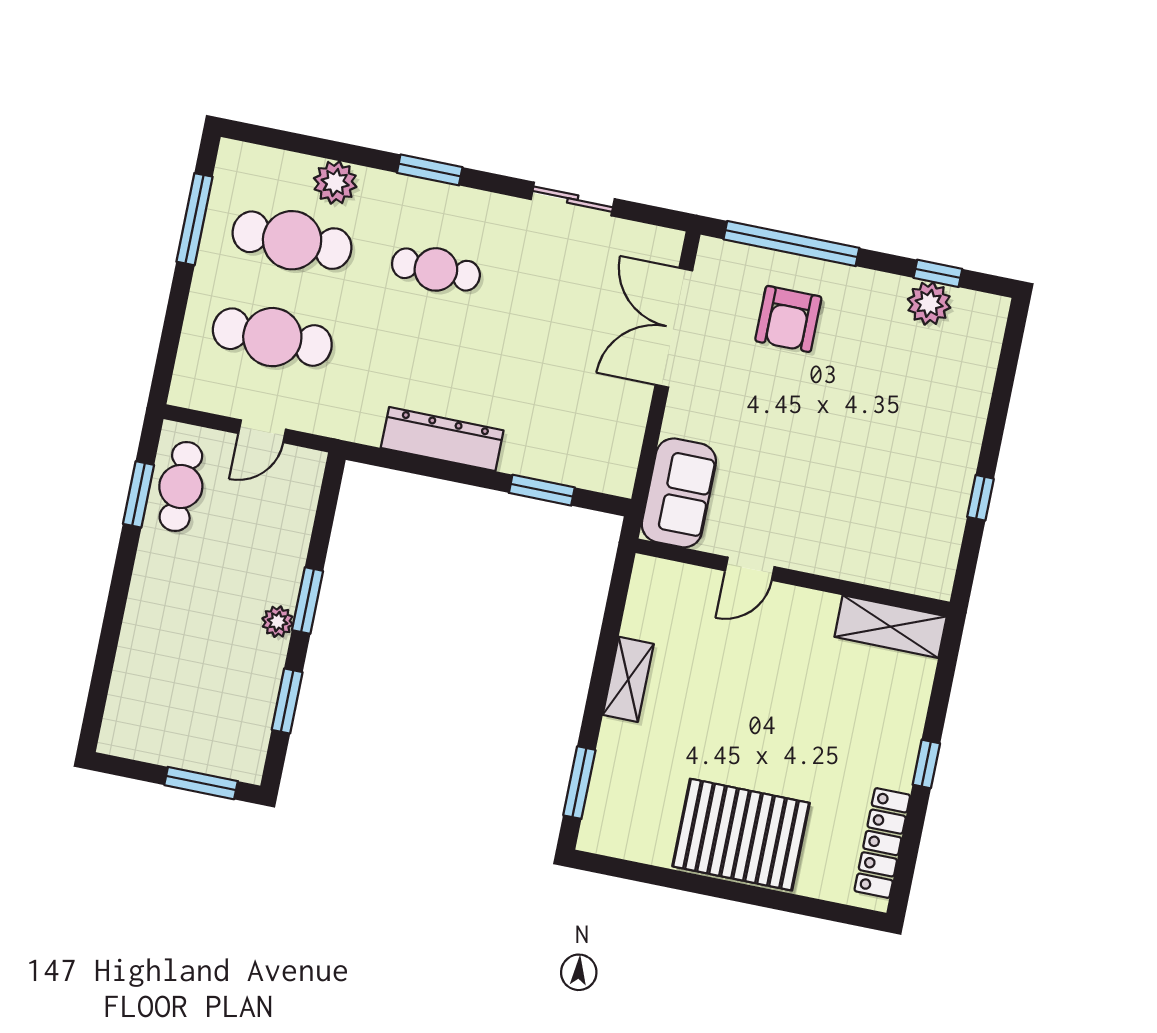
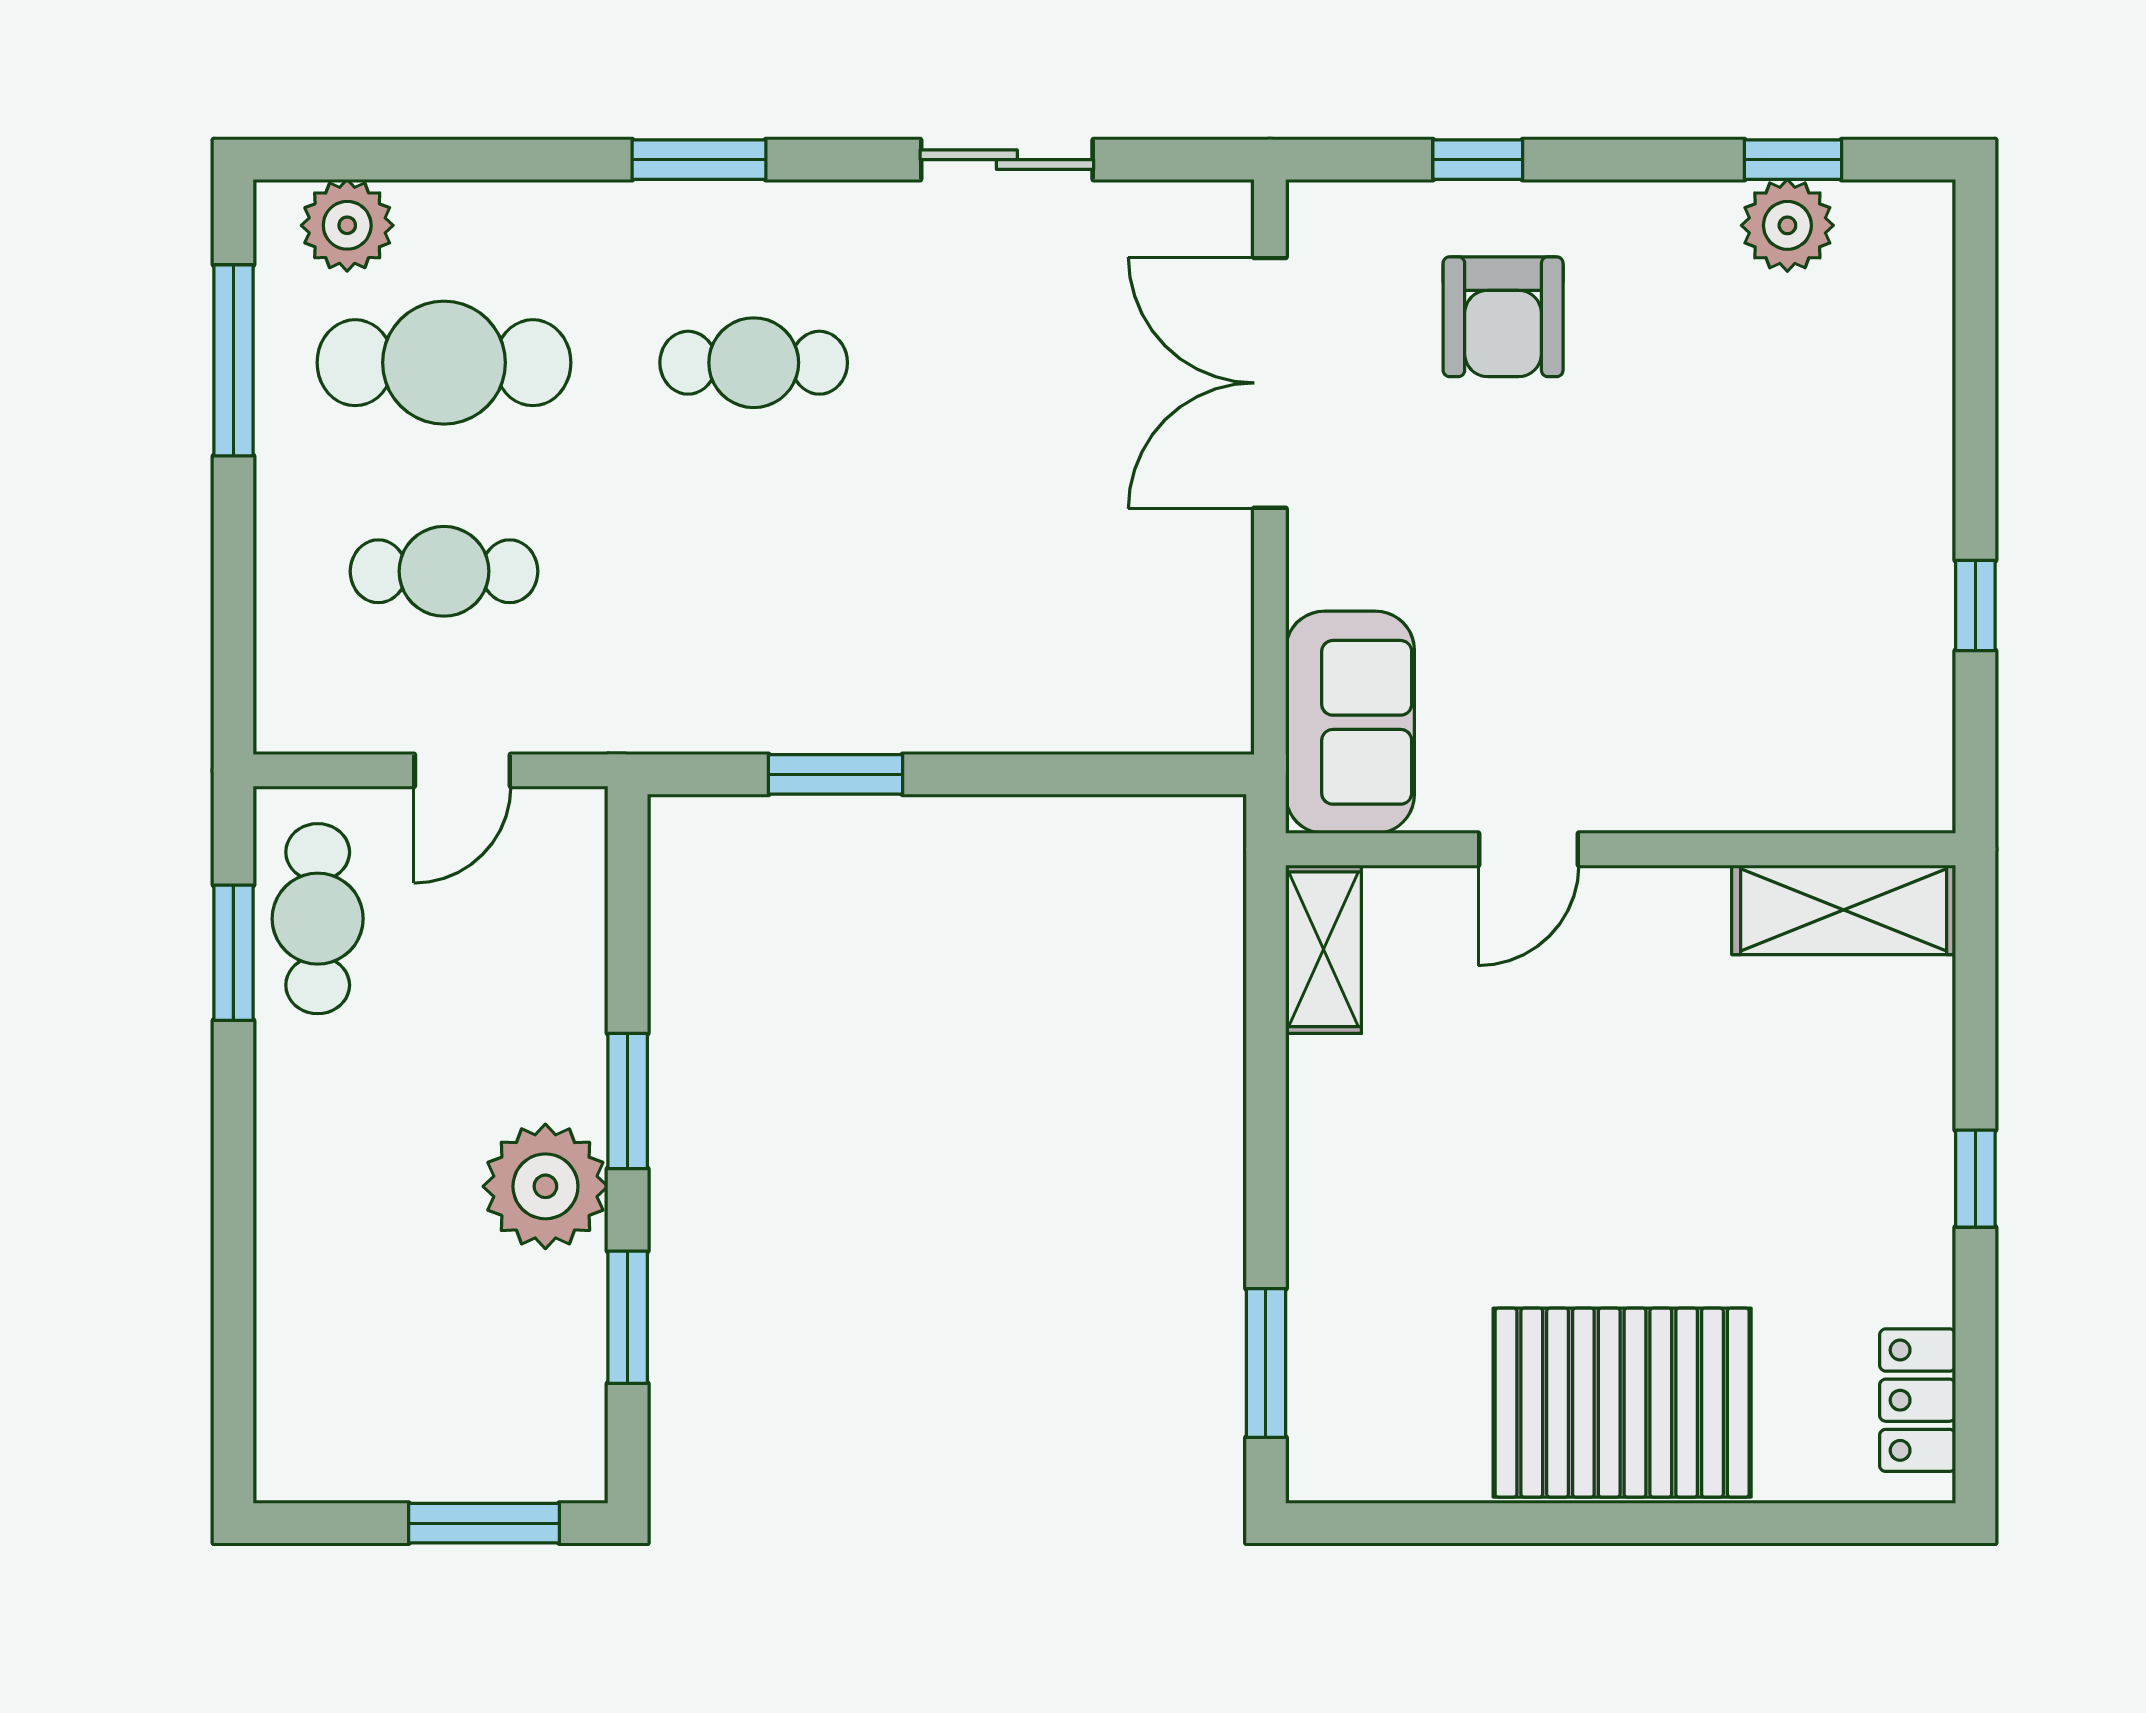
plant: (335, 183) -> (347, 225), moved
window: (791, 244) -> (1478, 160), width x0.32
cafe table: (272, 337) -> (444, 571), width x0.73, depth x0.74
dresser: (442, 439) -> (838, 711), removed
window: (542, 490) -> (836, 774), moved
plant: (278, 622) -> (545, 1186), width x1.88, depth x1.88
shelving: (628, 679) -> (1324, 949), moved
locker: (882, 843) -> (1918, 1400), width x0.66

